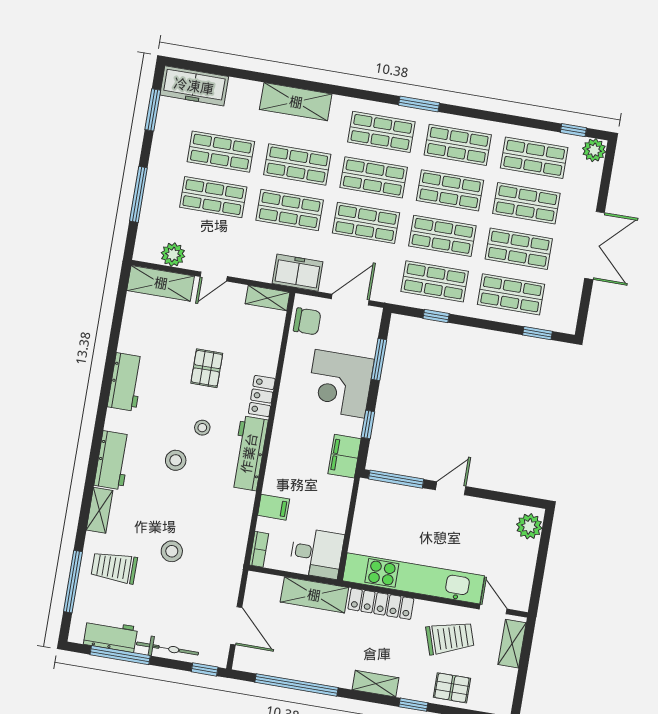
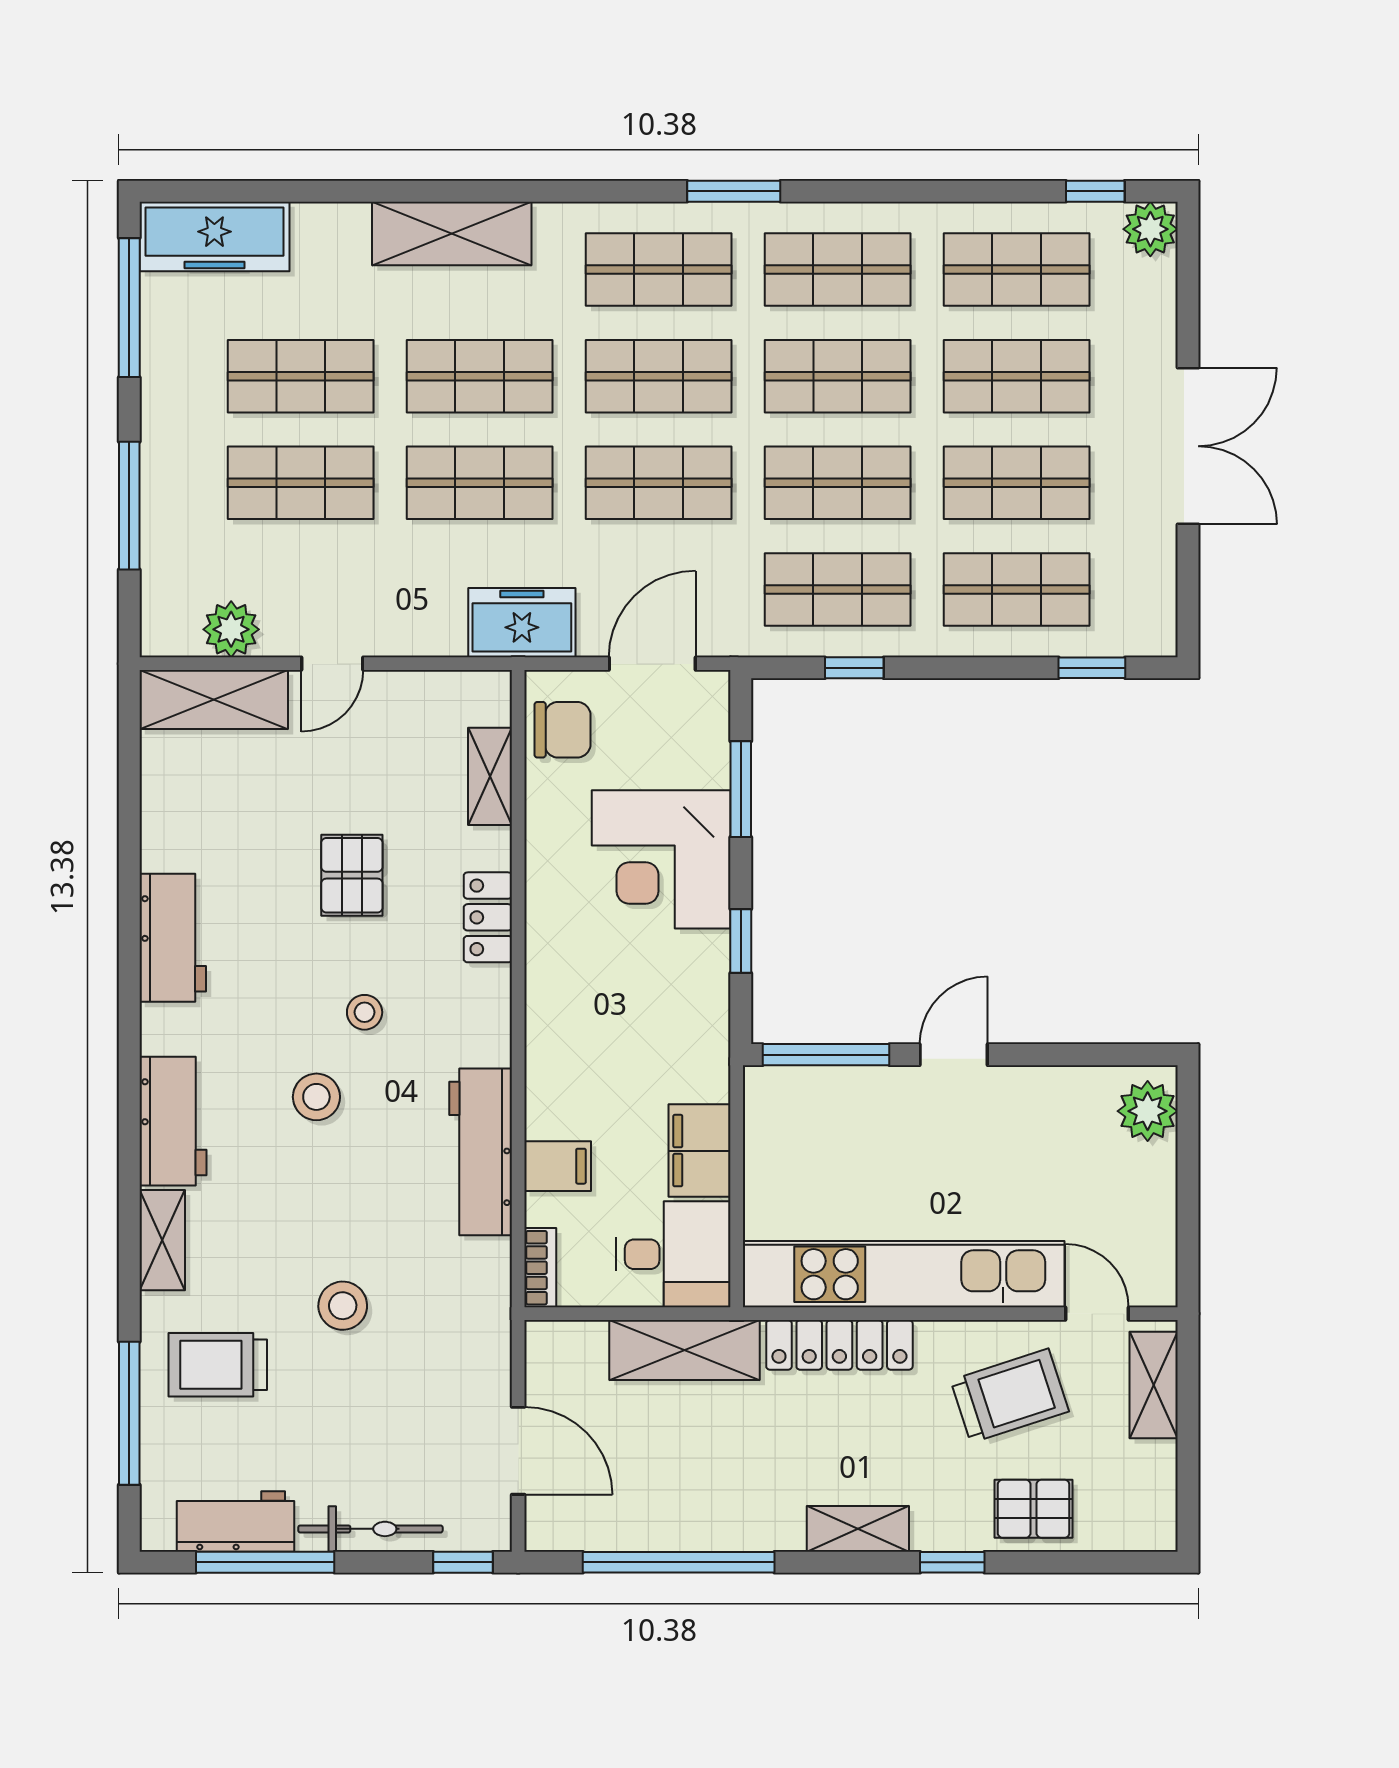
window: (153, 110) -> (129, 308), width x1.44
shelving: (268, 298) -> (490, 776), moved, turned 90
workbench: (249, 453) -> (481, 1152), moved
filing cabinet: (344, 456) -> (699, 1151), moved

